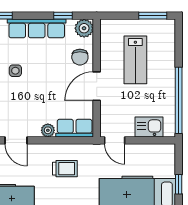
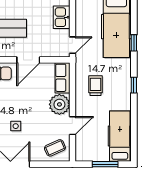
door: (97, 86) -> (28, 60), hinge flipped
plant: (48, 130) -> (59, 104), width x1.87, depth x1.87

